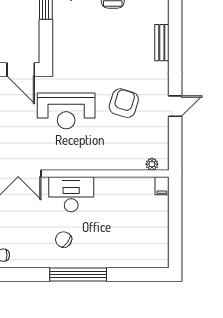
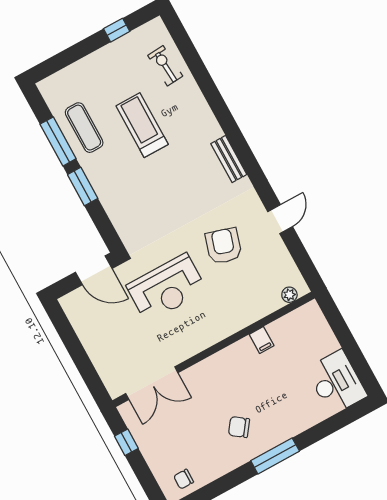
filing cabinet: (162, 186) -> (262, 340), moved
desk: (71, 194) -> (336, 382), moved, turned 90
window: (78, 274) -> (275, 456), width x0.68

